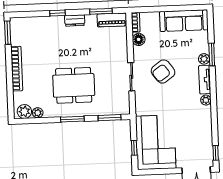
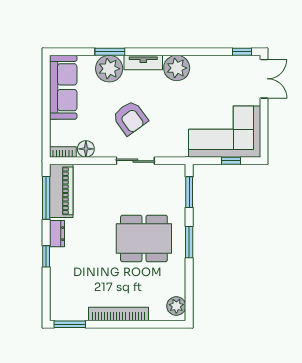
window: (101, 11) -> (46, 198), width x1.44
piano: (112, 20) -> (61, 191), width x1.37, depth x1.33
plant: (204, 59) -> (109, 69), width x1.88, depth x1.88
dining table: (74, 85) -> (144, 238), turned 90
plant: (206, 100) -> (177, 68), width x1.88, depth x1.88
plant: (38, 113) -> (179, 288), removed

